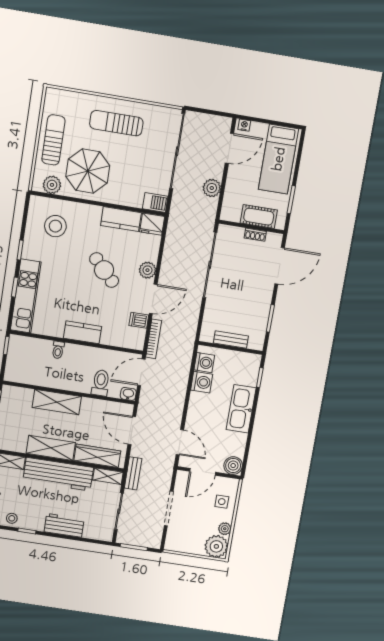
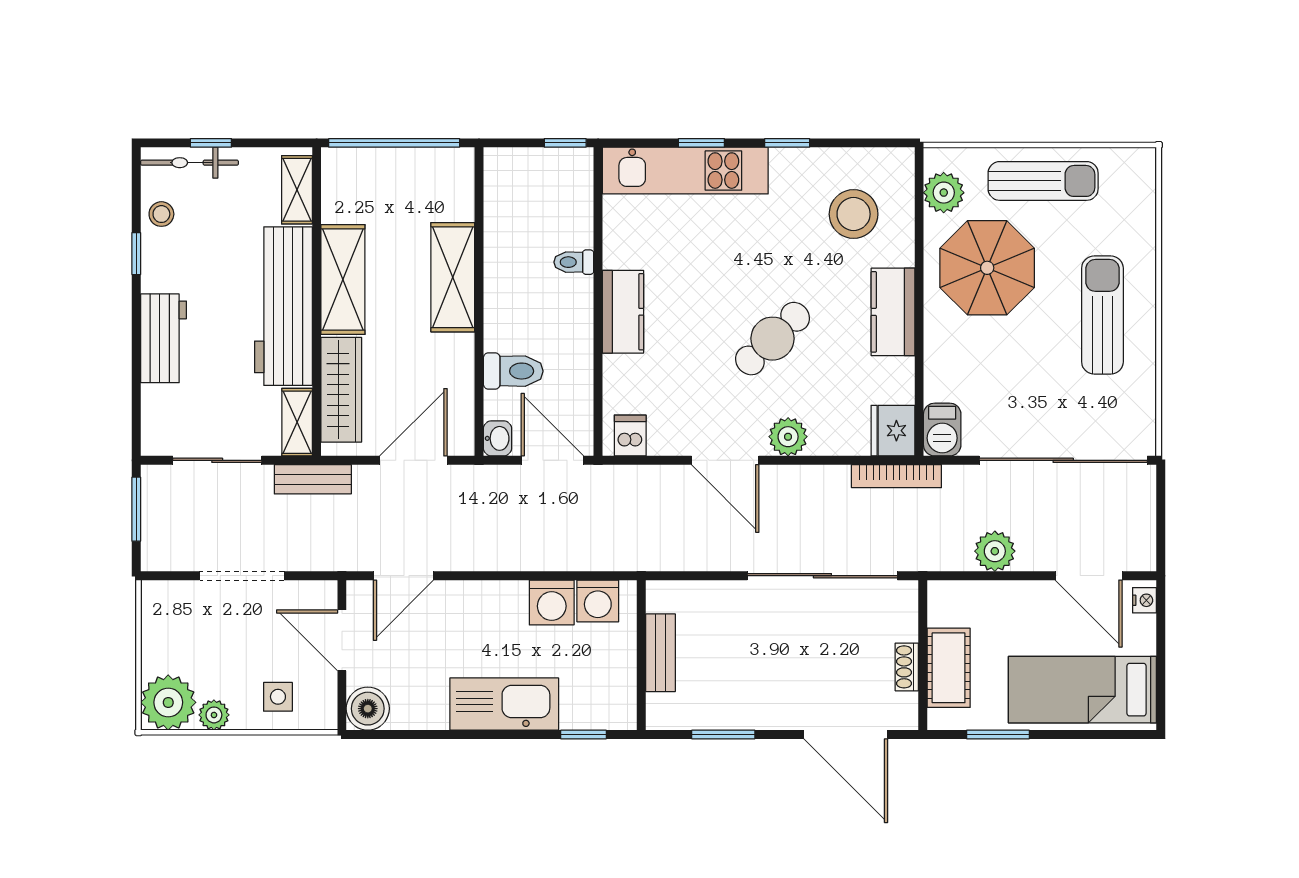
kitchen counter: (121, 219) -> (893, 312), moved
dishwasher: (139, 320) -> (630, 436), moved
bookcase: (154, 339) -> (896, 476), moved

